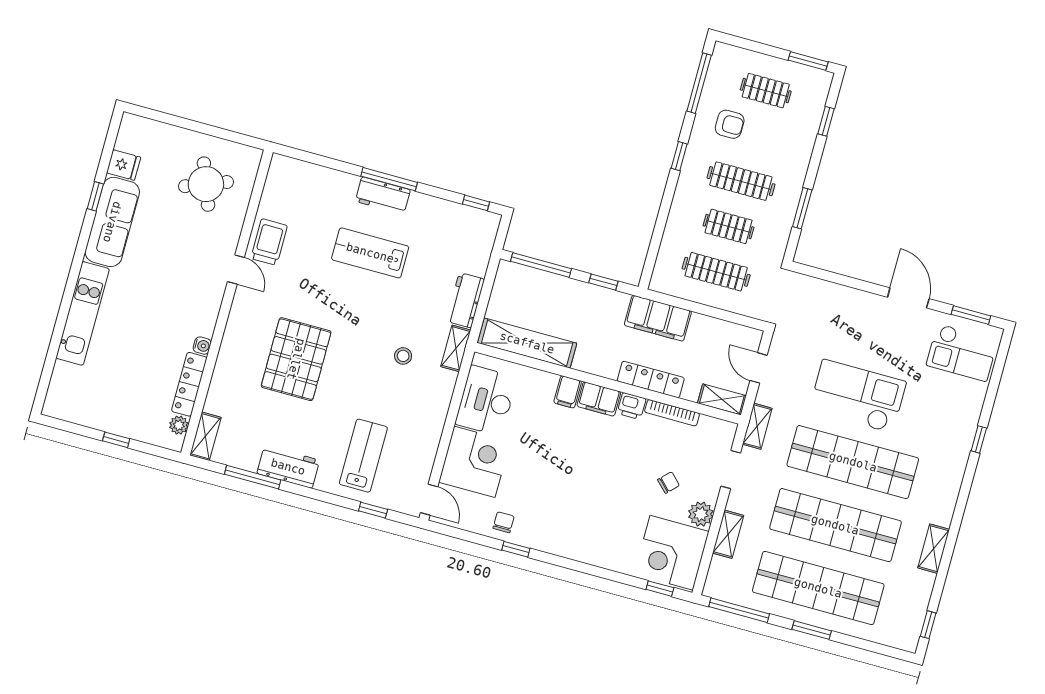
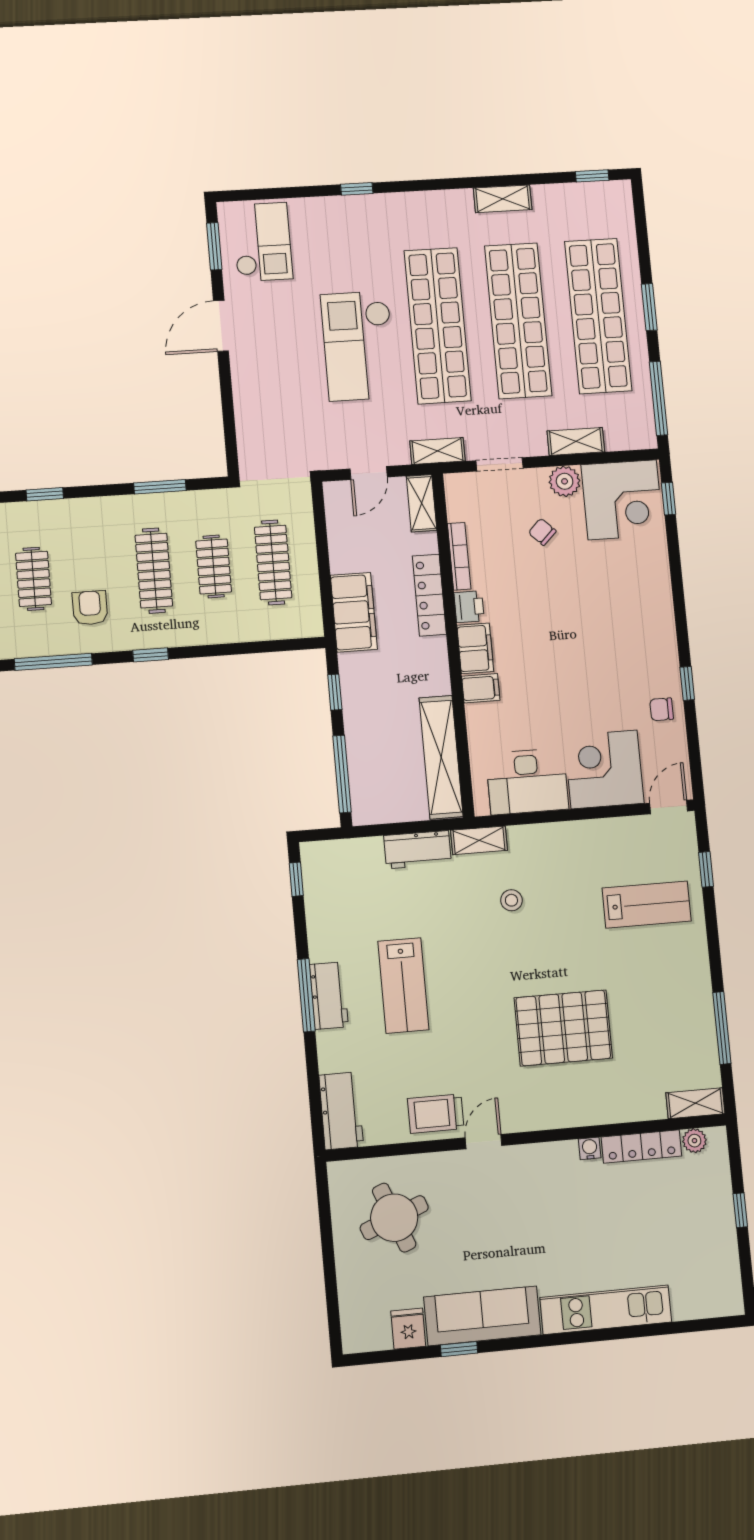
lab bench: (363, 456) -> (647, 905), turned 180
workbench: (288, 467) -> (341, 1111), moved, turned 180

